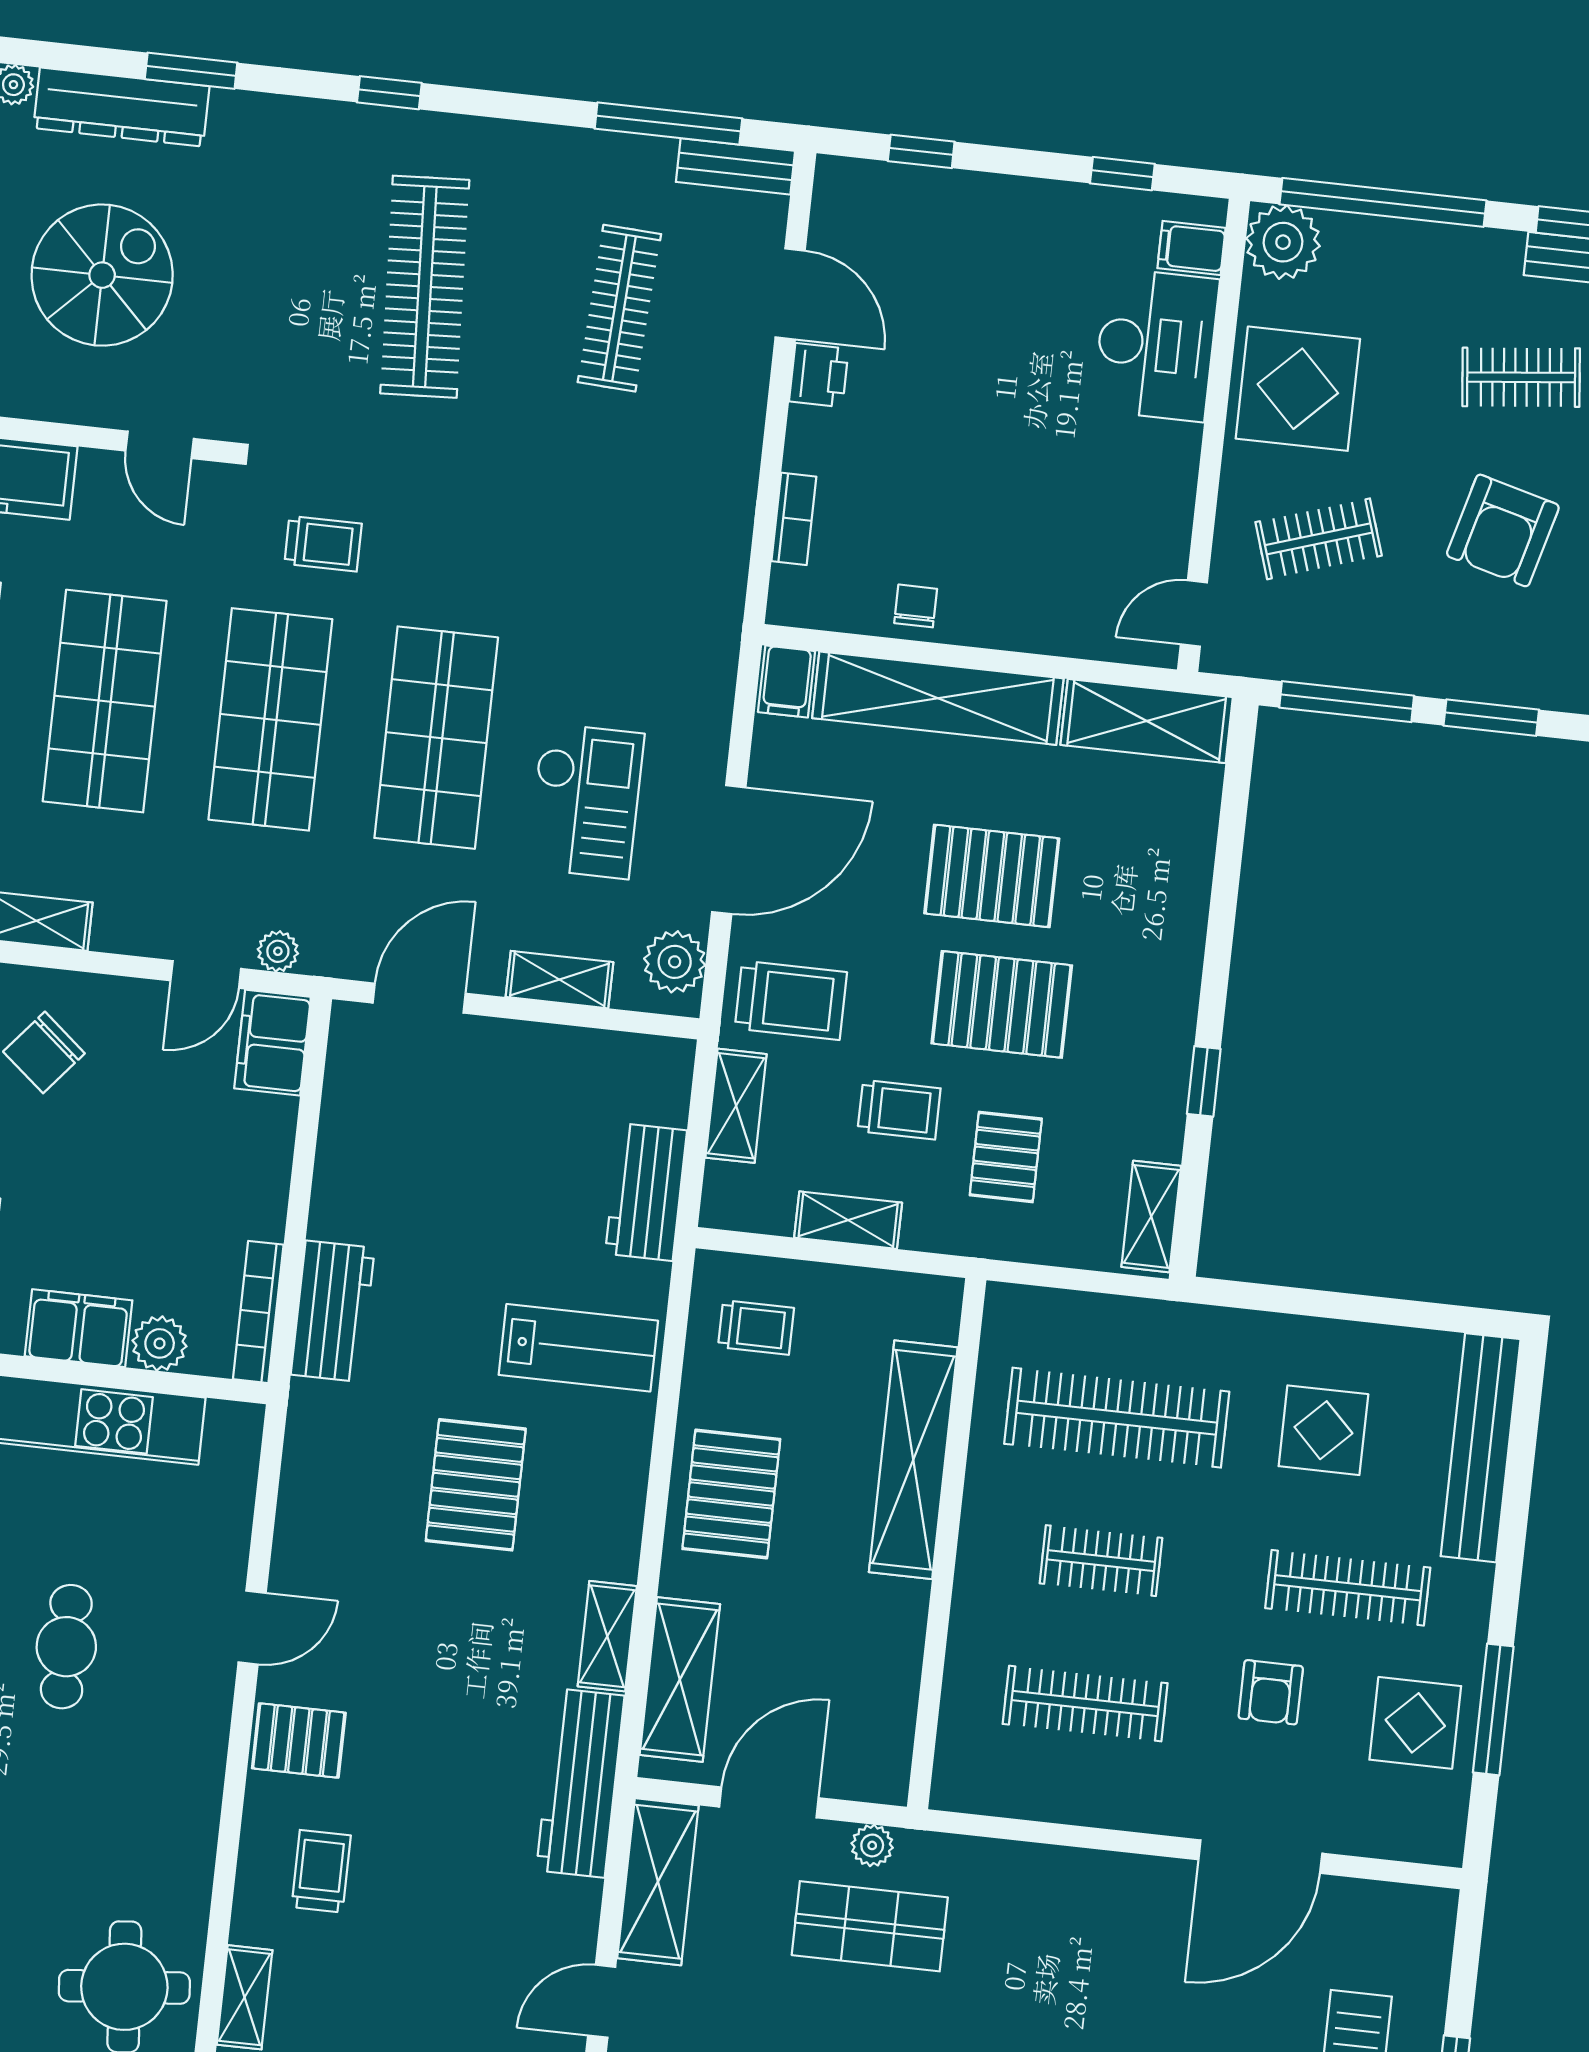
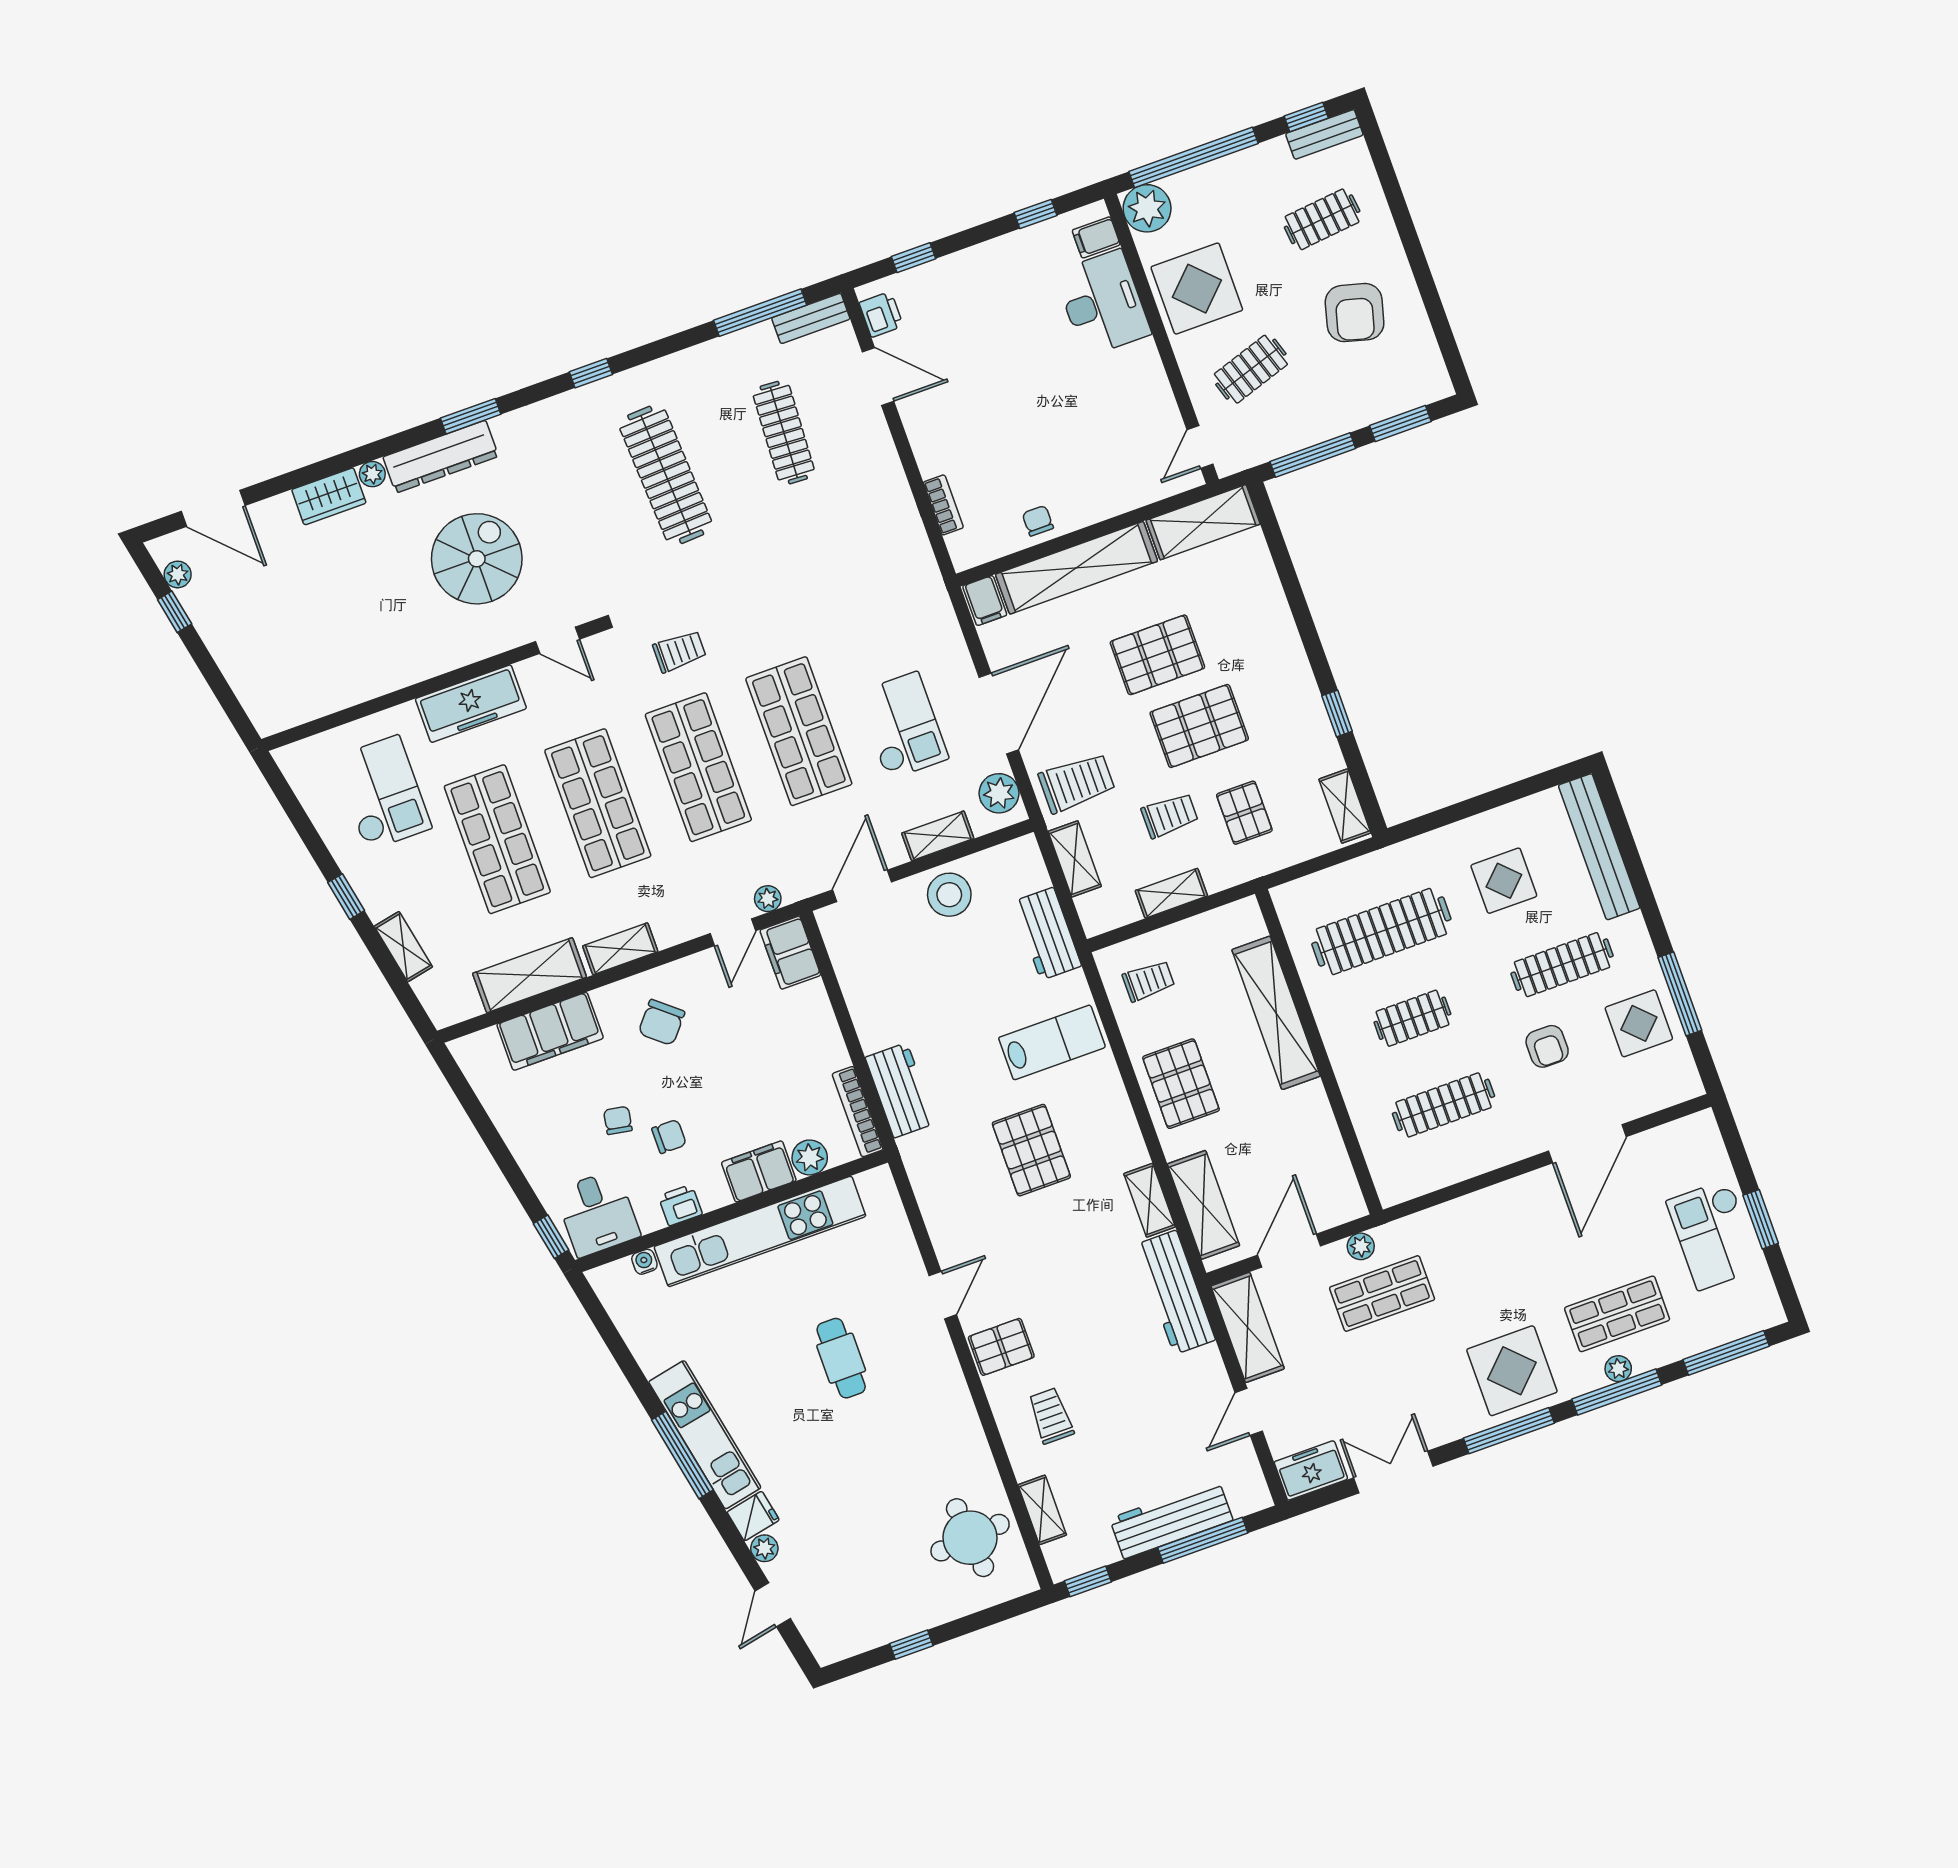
printer: (819, 375) -> (881, 314), moved
stool: (535, 1070) -> (949, 895), added

